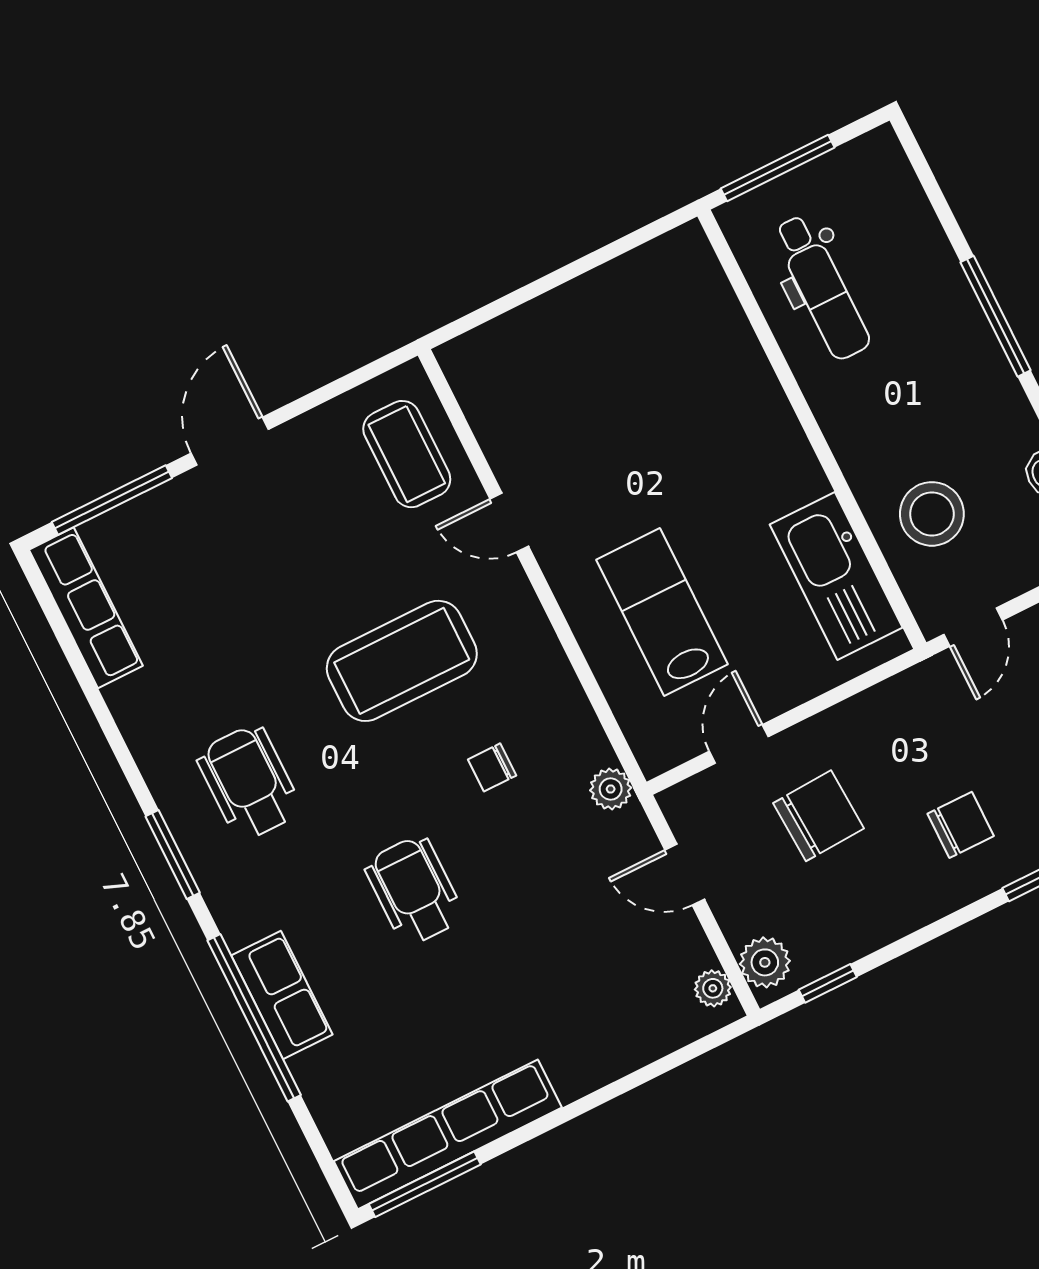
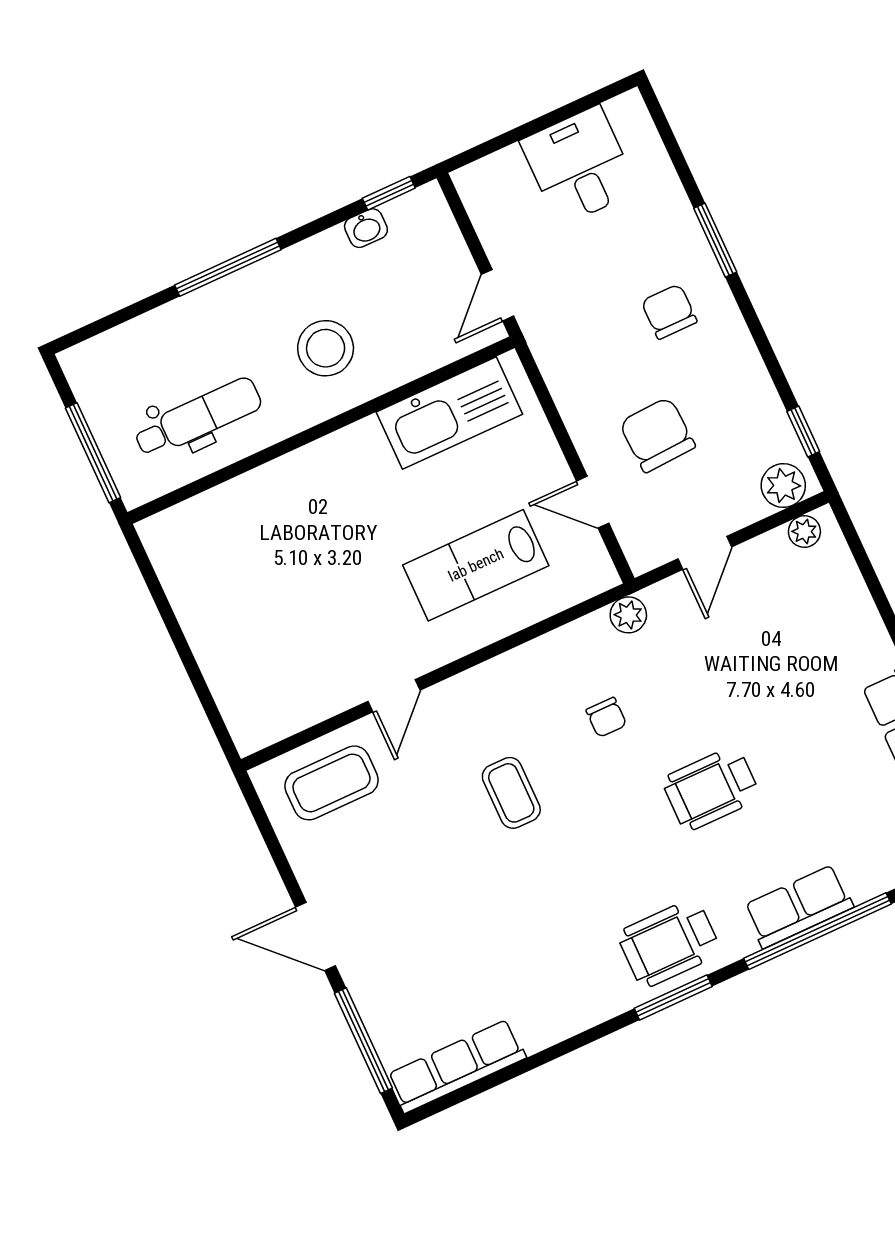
stool: (932, 514) -> (326, 348), moved
door: (973, 627) -> (497, 295), swing flipped
coffee table: (402, 661) -> (511, 793), width x0.54, depth x0.58
wheelchair: (249, 782) -> (669, 943), moved

